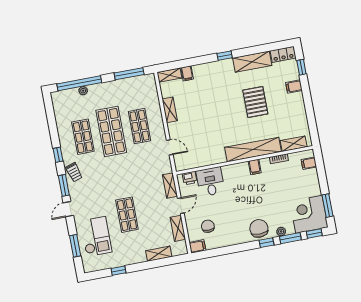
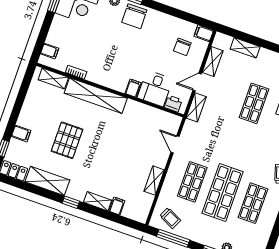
shelving: (169, 75) -> (98, 201), moved
trolley: (140, 88) -> (170, 218), added
filing cabinet: (255, 167) -> (133, 88), moved

